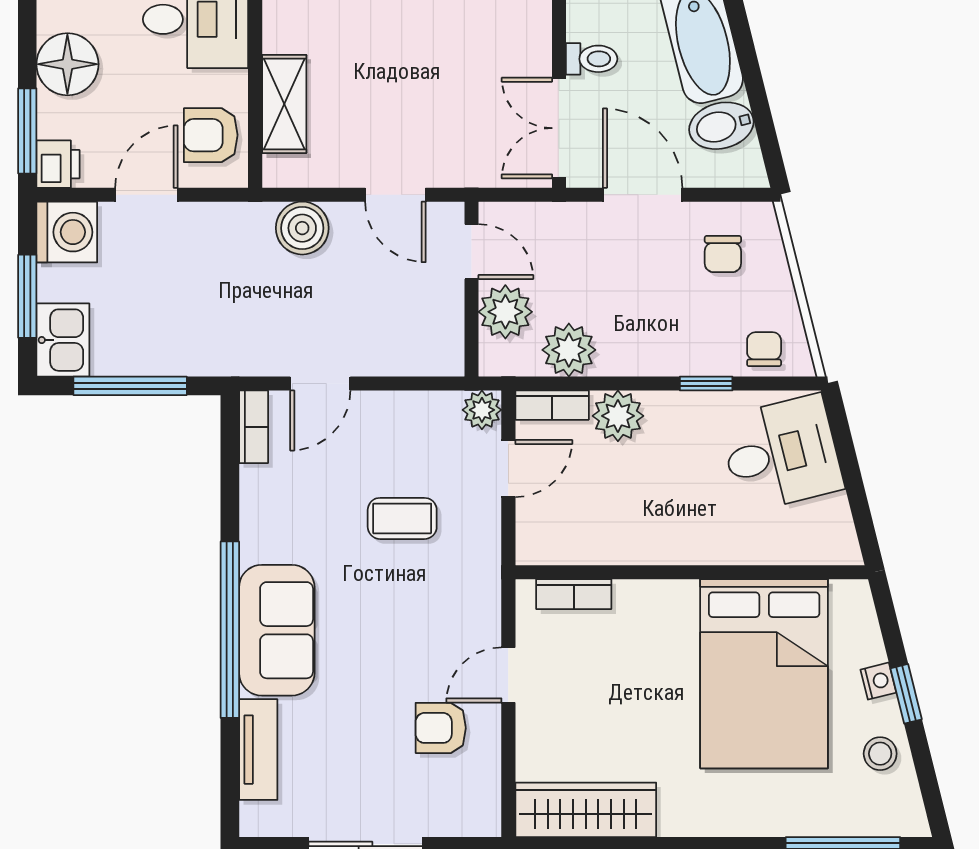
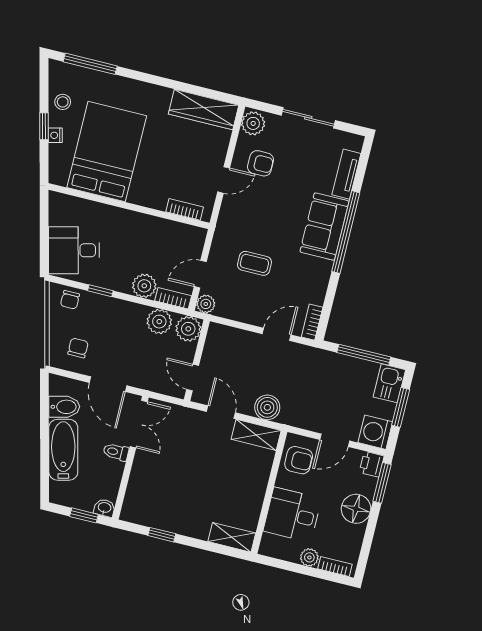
shelving: (284, 104) -> (256, 435), moved, turned 90
plant: (505, 312) -> (188, 329), moved
plant: (476, 807) -> (253, 123), added

